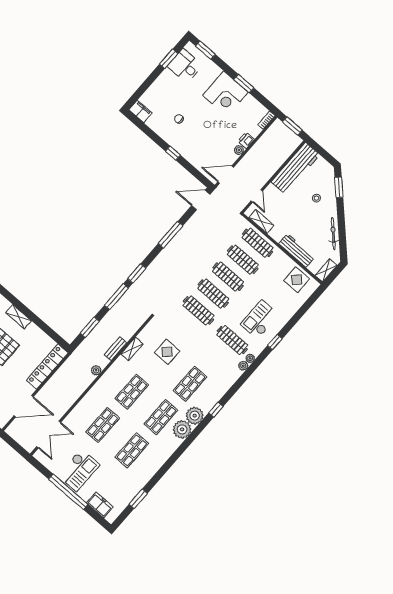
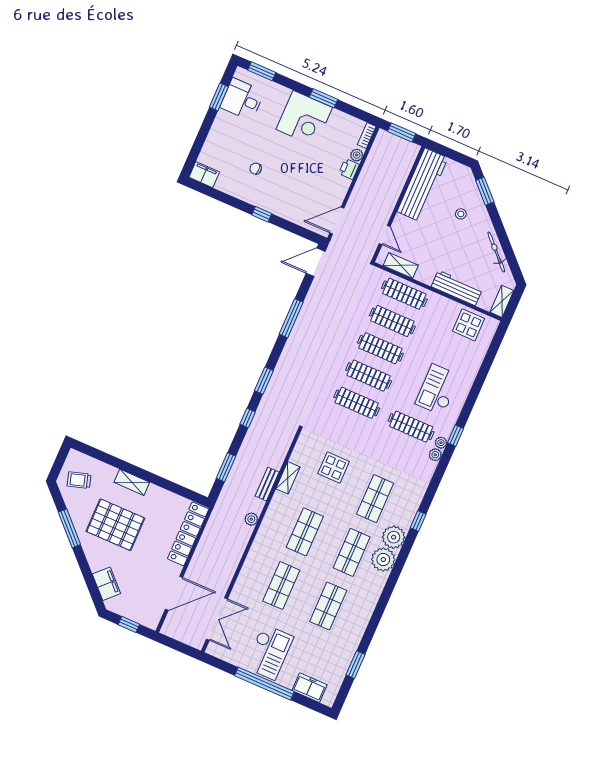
plant: (239, 150) -> (357, 155), moved
window: (116, 297) -> (248, 418), width x0.46
window: (275, 342) -> (456, 436), moved

